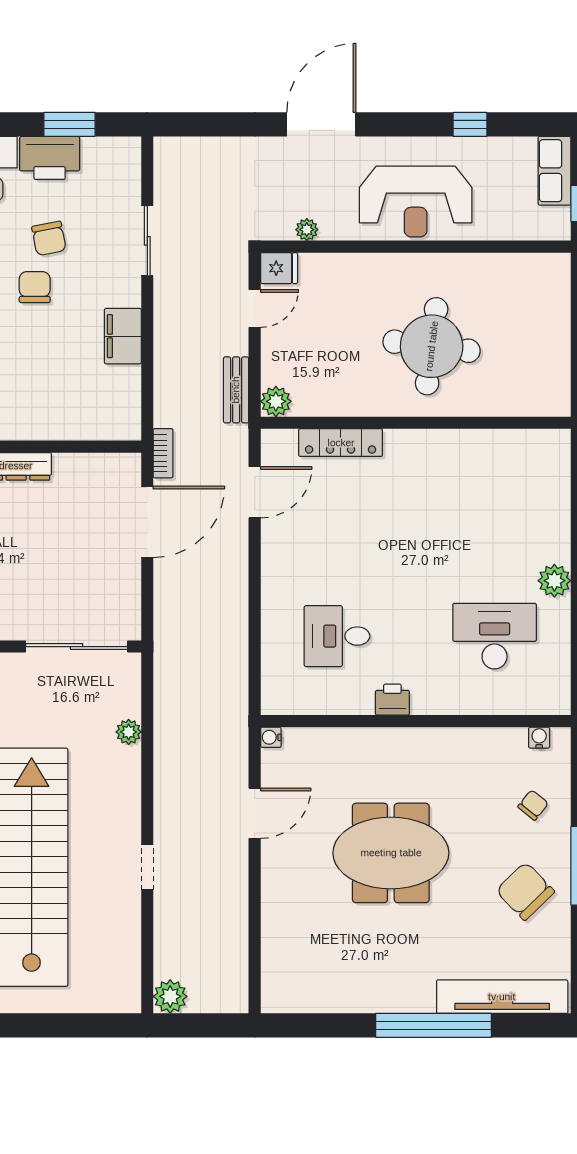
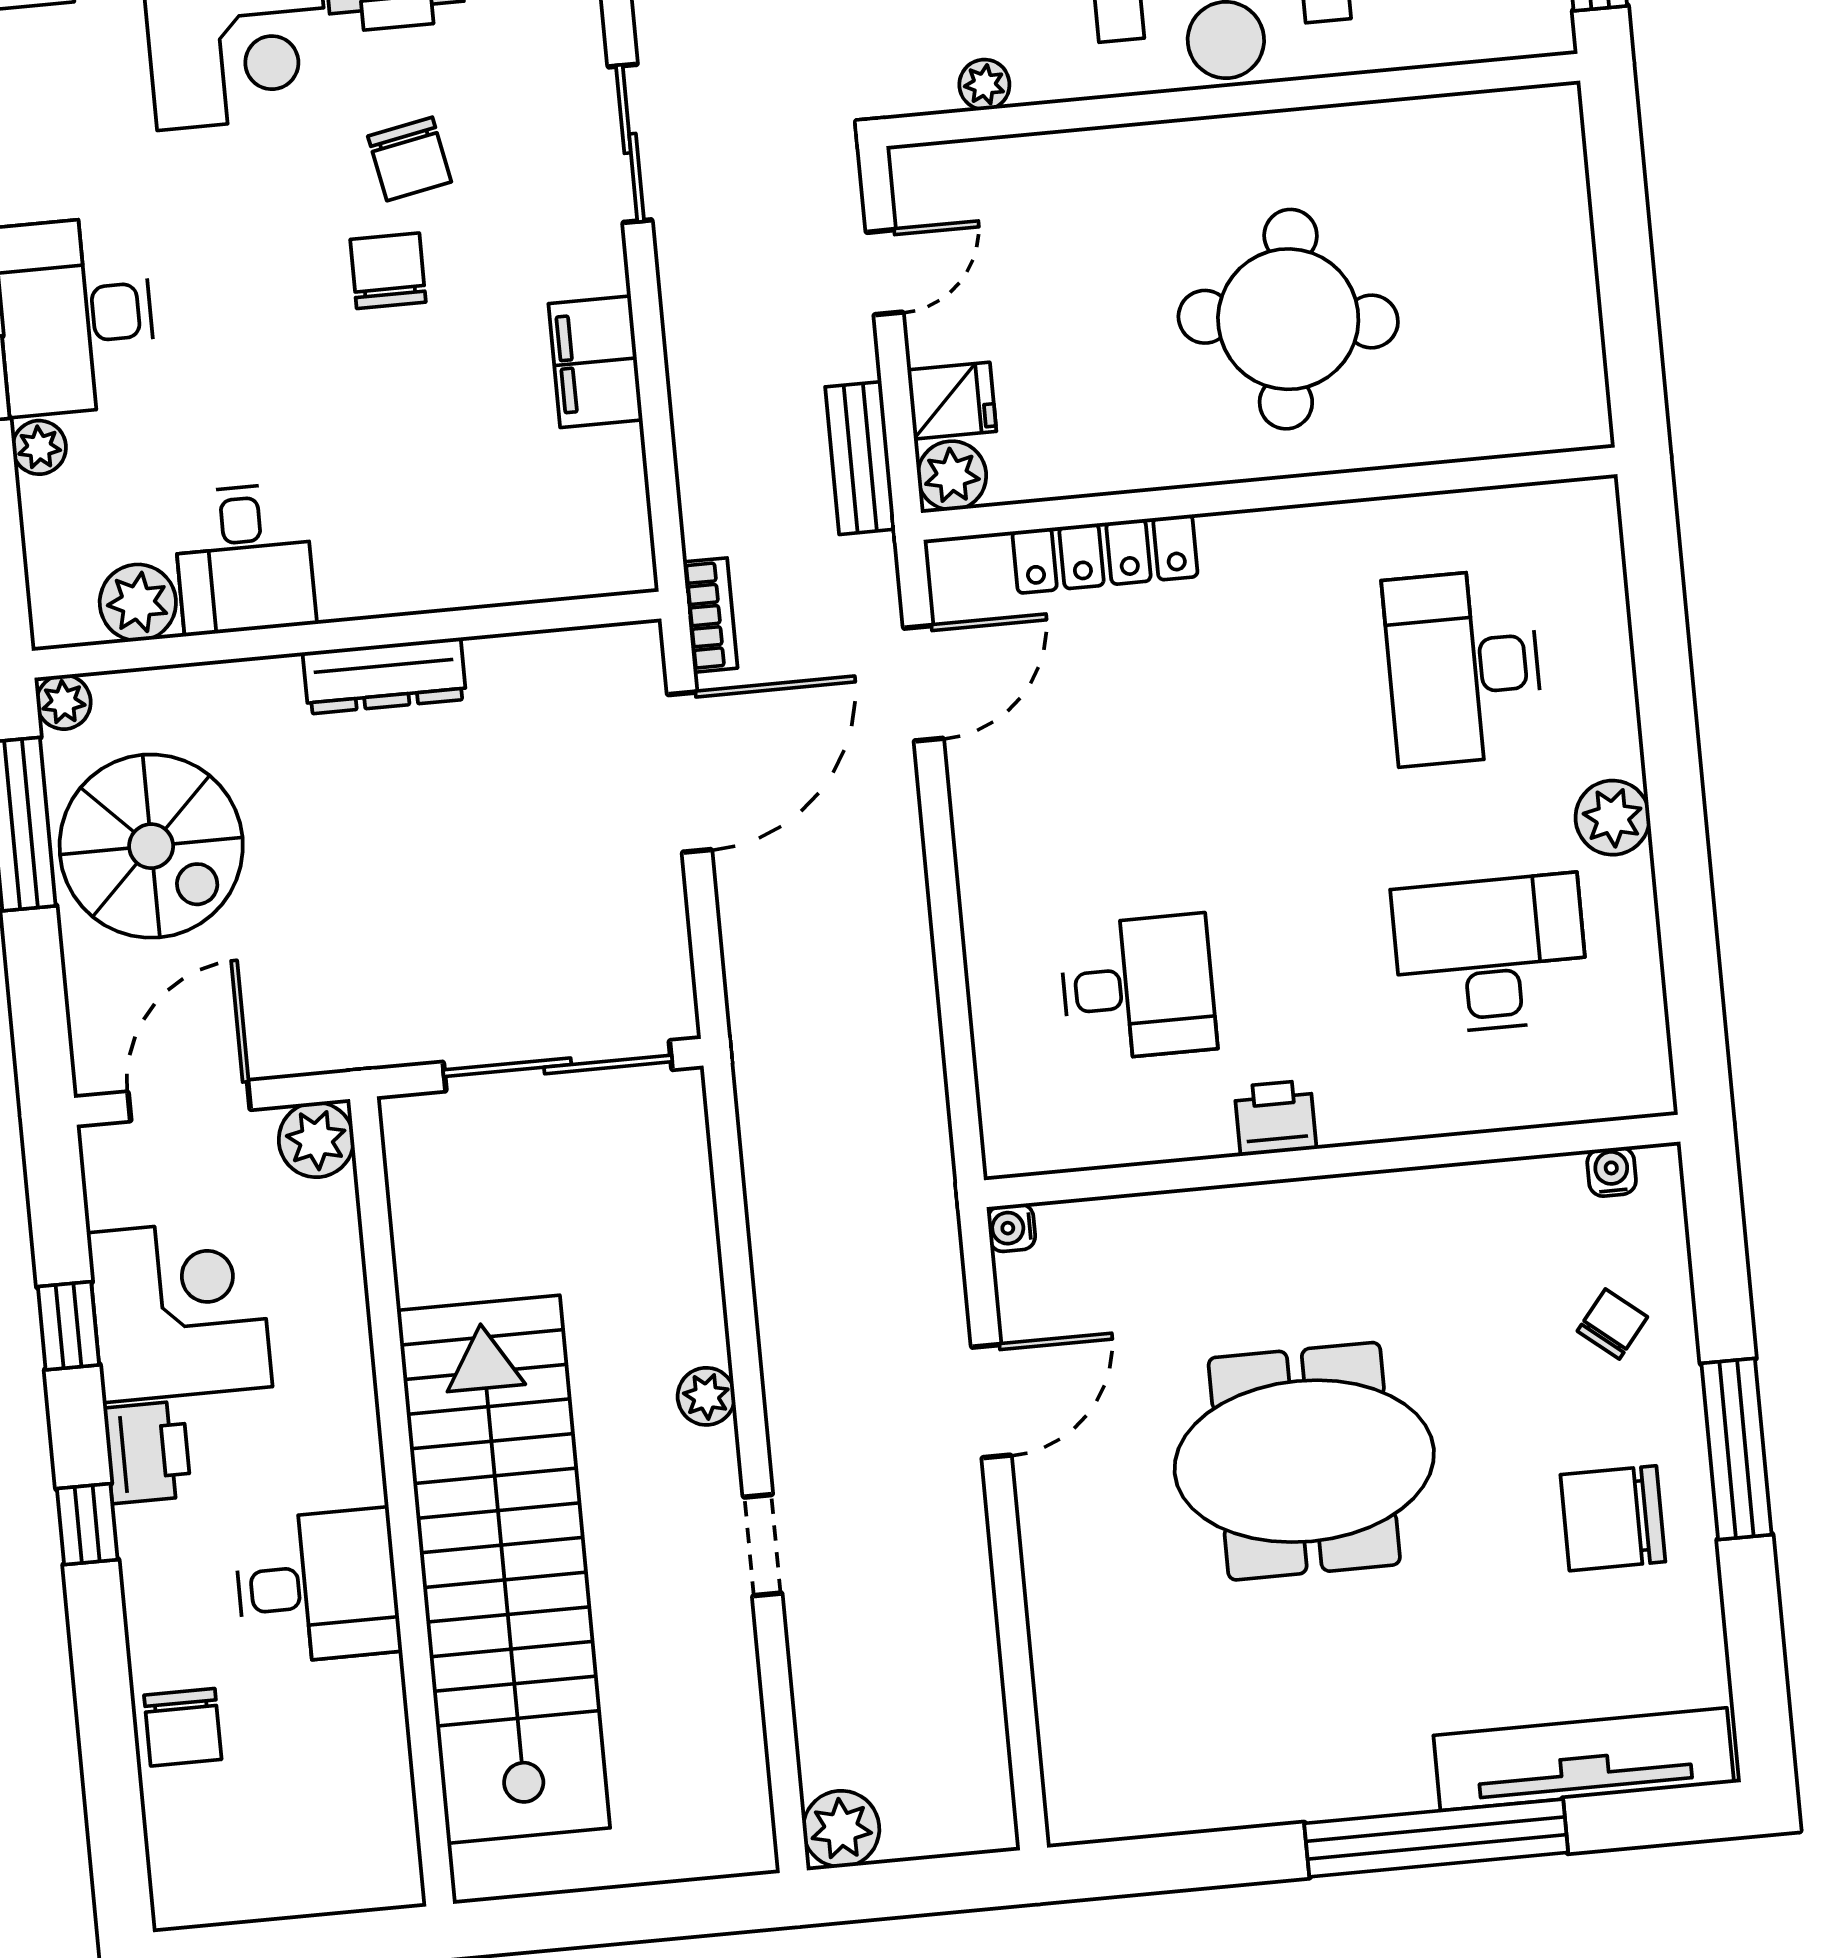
fridge: (279, 268) -> (952, 401), moved
desk: (495, 508) -> (1463, 667), added
desk: (337, 636) -> (1138, 987), turned 180
plant: (129, 732) -> (706, 1396), moved
chair: (525, 891) -> (1613, 1518), turned -46

